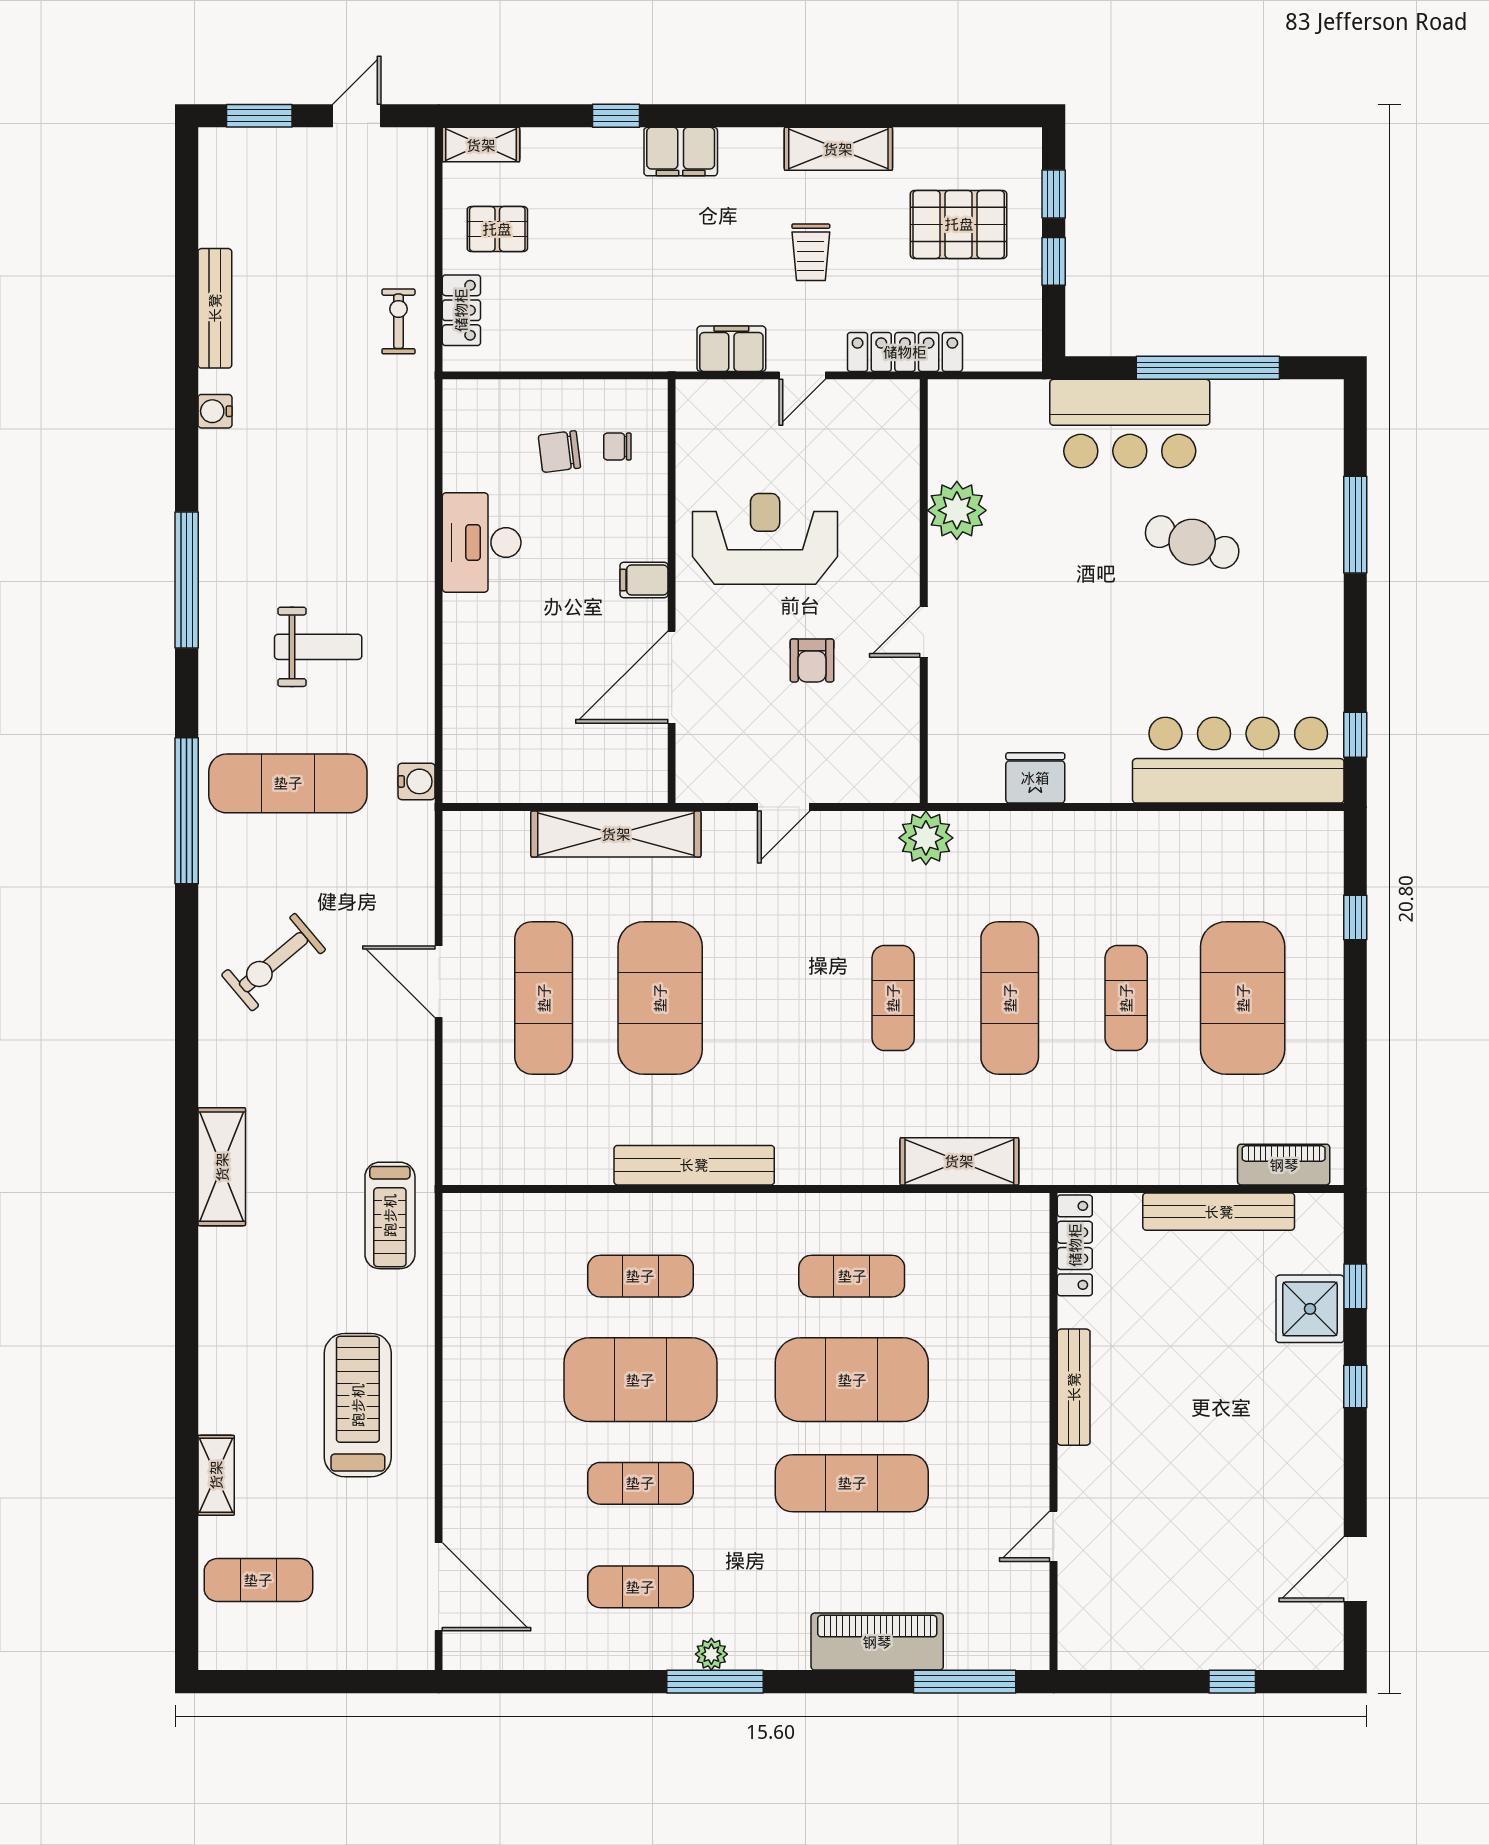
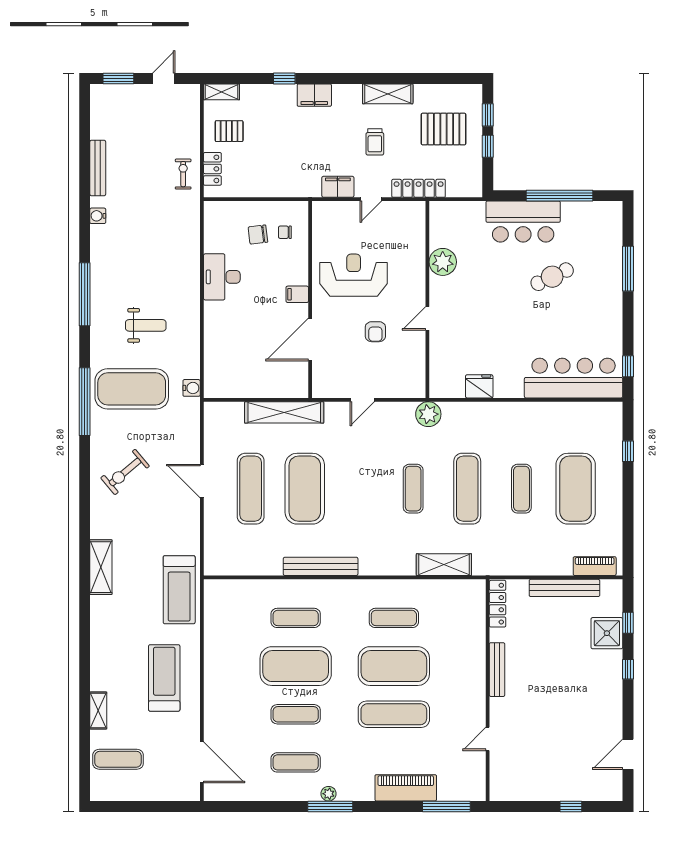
cafe table: (1192, 542) -> (552, 277), turned -43
exercise mat: (288, 783) -> (132, 389), width x1.47
treadmill: (390, 1215) -> (179, 590), width x1.37, depth x1.38

